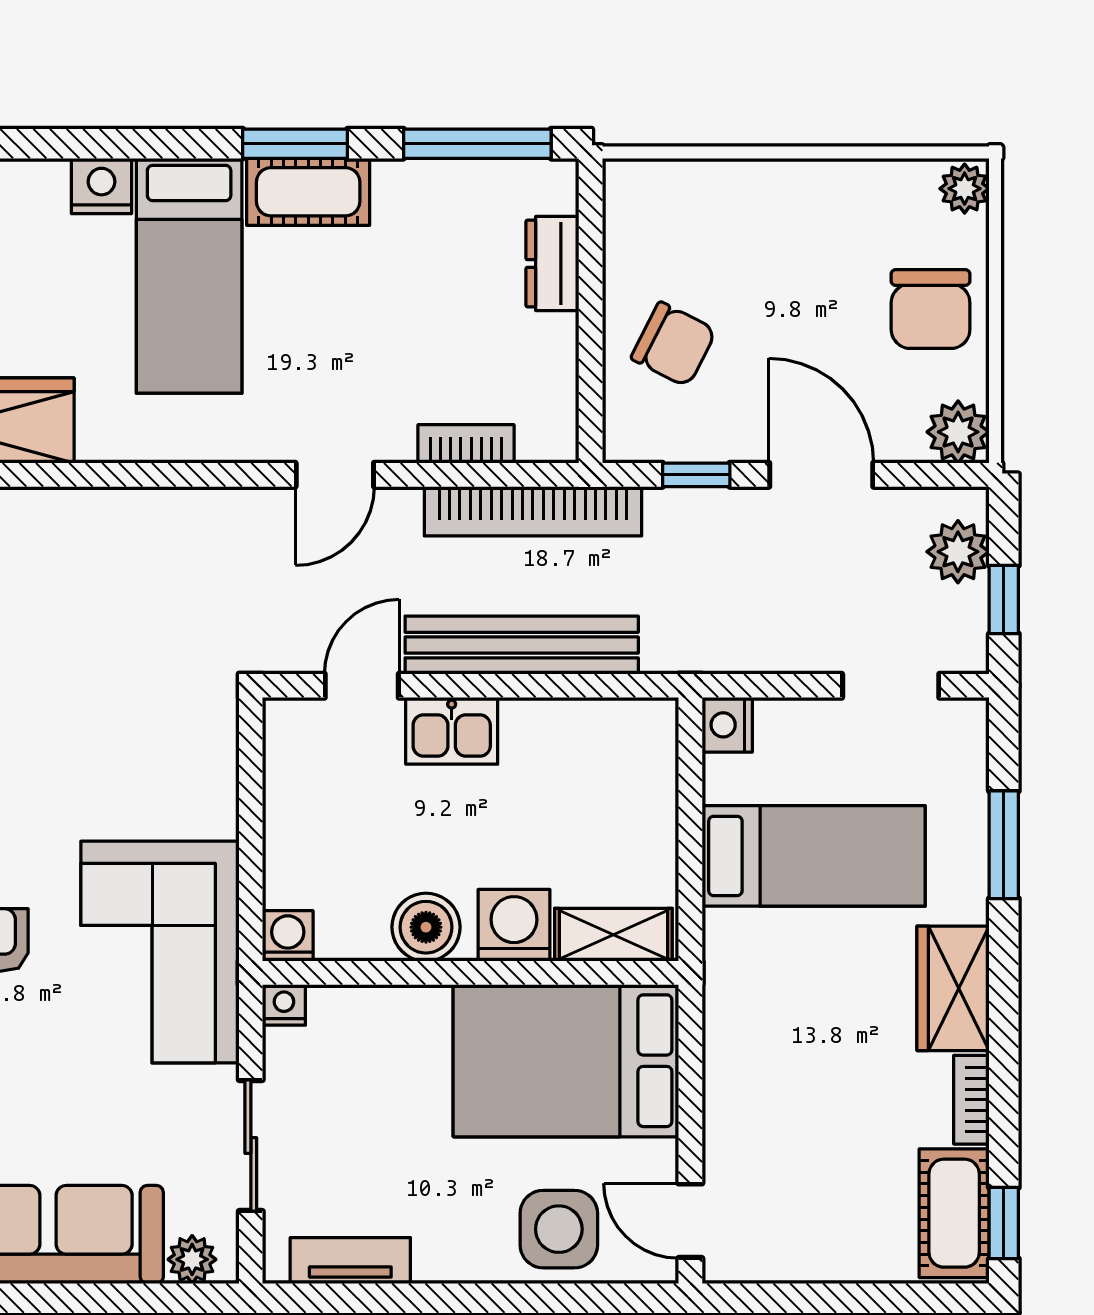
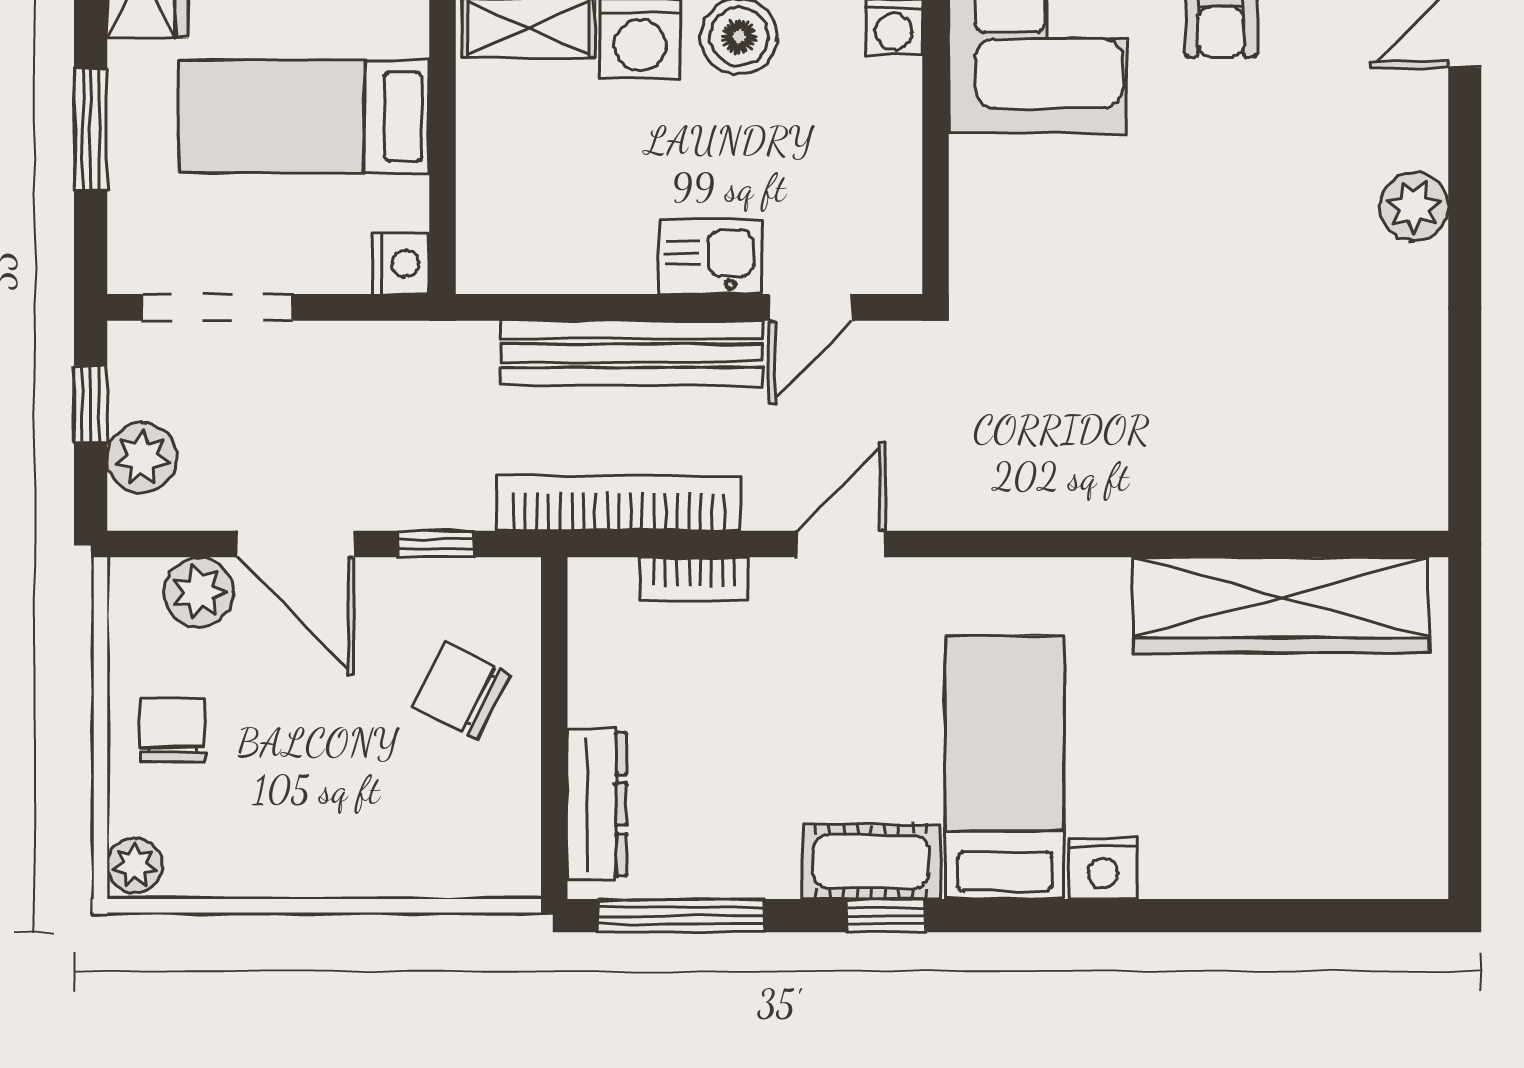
window: (295, 144) -> (886, 916), width x0.67
dresser: (552, 264) -> (597, 804), width x1.44
chair: (931, 309) -> (173, 730), width x0.73, depth x0.73
plant: (958, 432) -> (199, 592), moved
doorway: (891, 686) -> (218, 307), width x1.38

